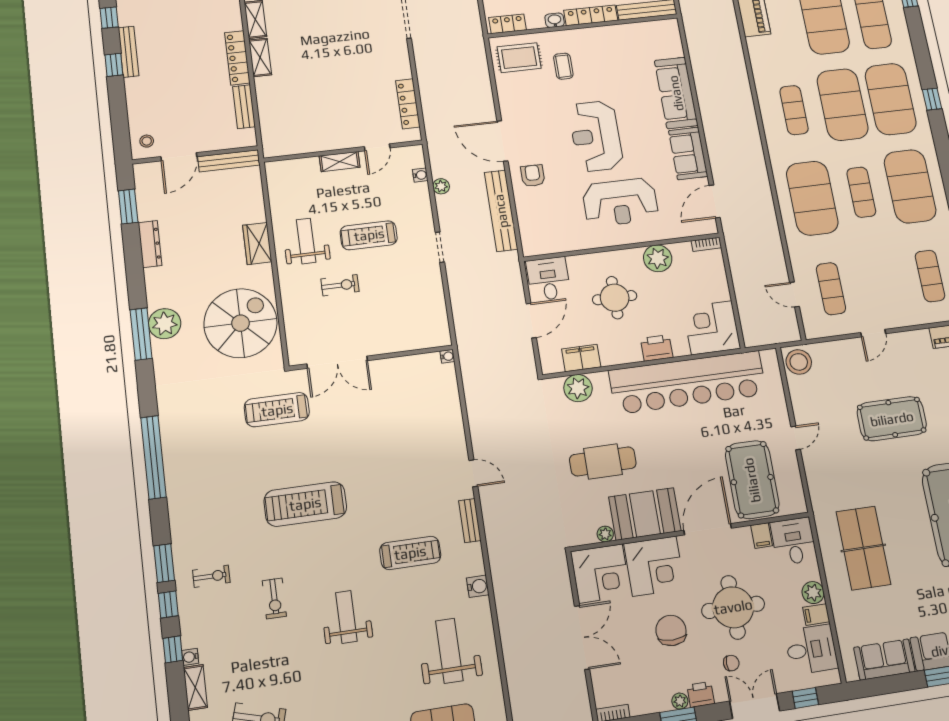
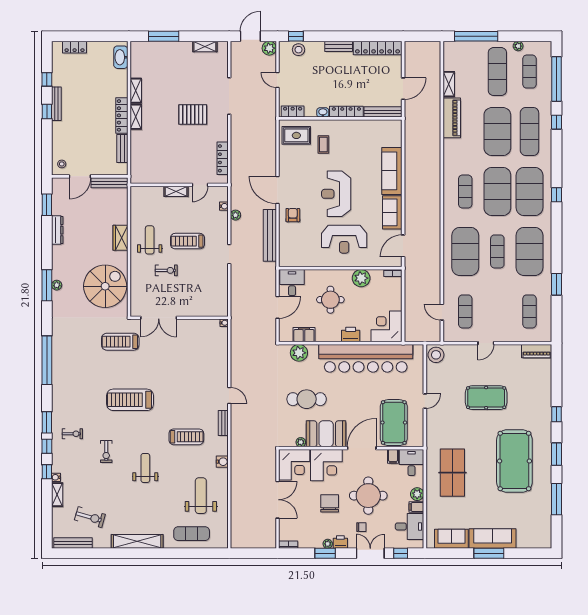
pallet: (351, 44) -> (193, 114), added
plant: (165, 324) -> (57, 285), width x0.53, depth x0.53

